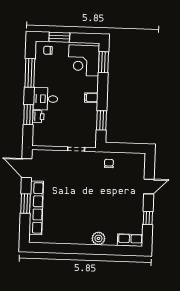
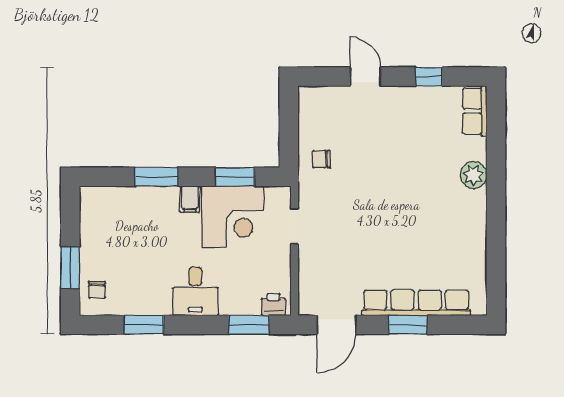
corner desk: (84, 60) -> (232, 217), moved
window: (103, 62) -> (157, 177), moved
window: (30, 73) -> (144, 325), width x0.69
window: (28, 115) -> (249, 325), moved
printer: (38, 117) -> (273, 305), moved

